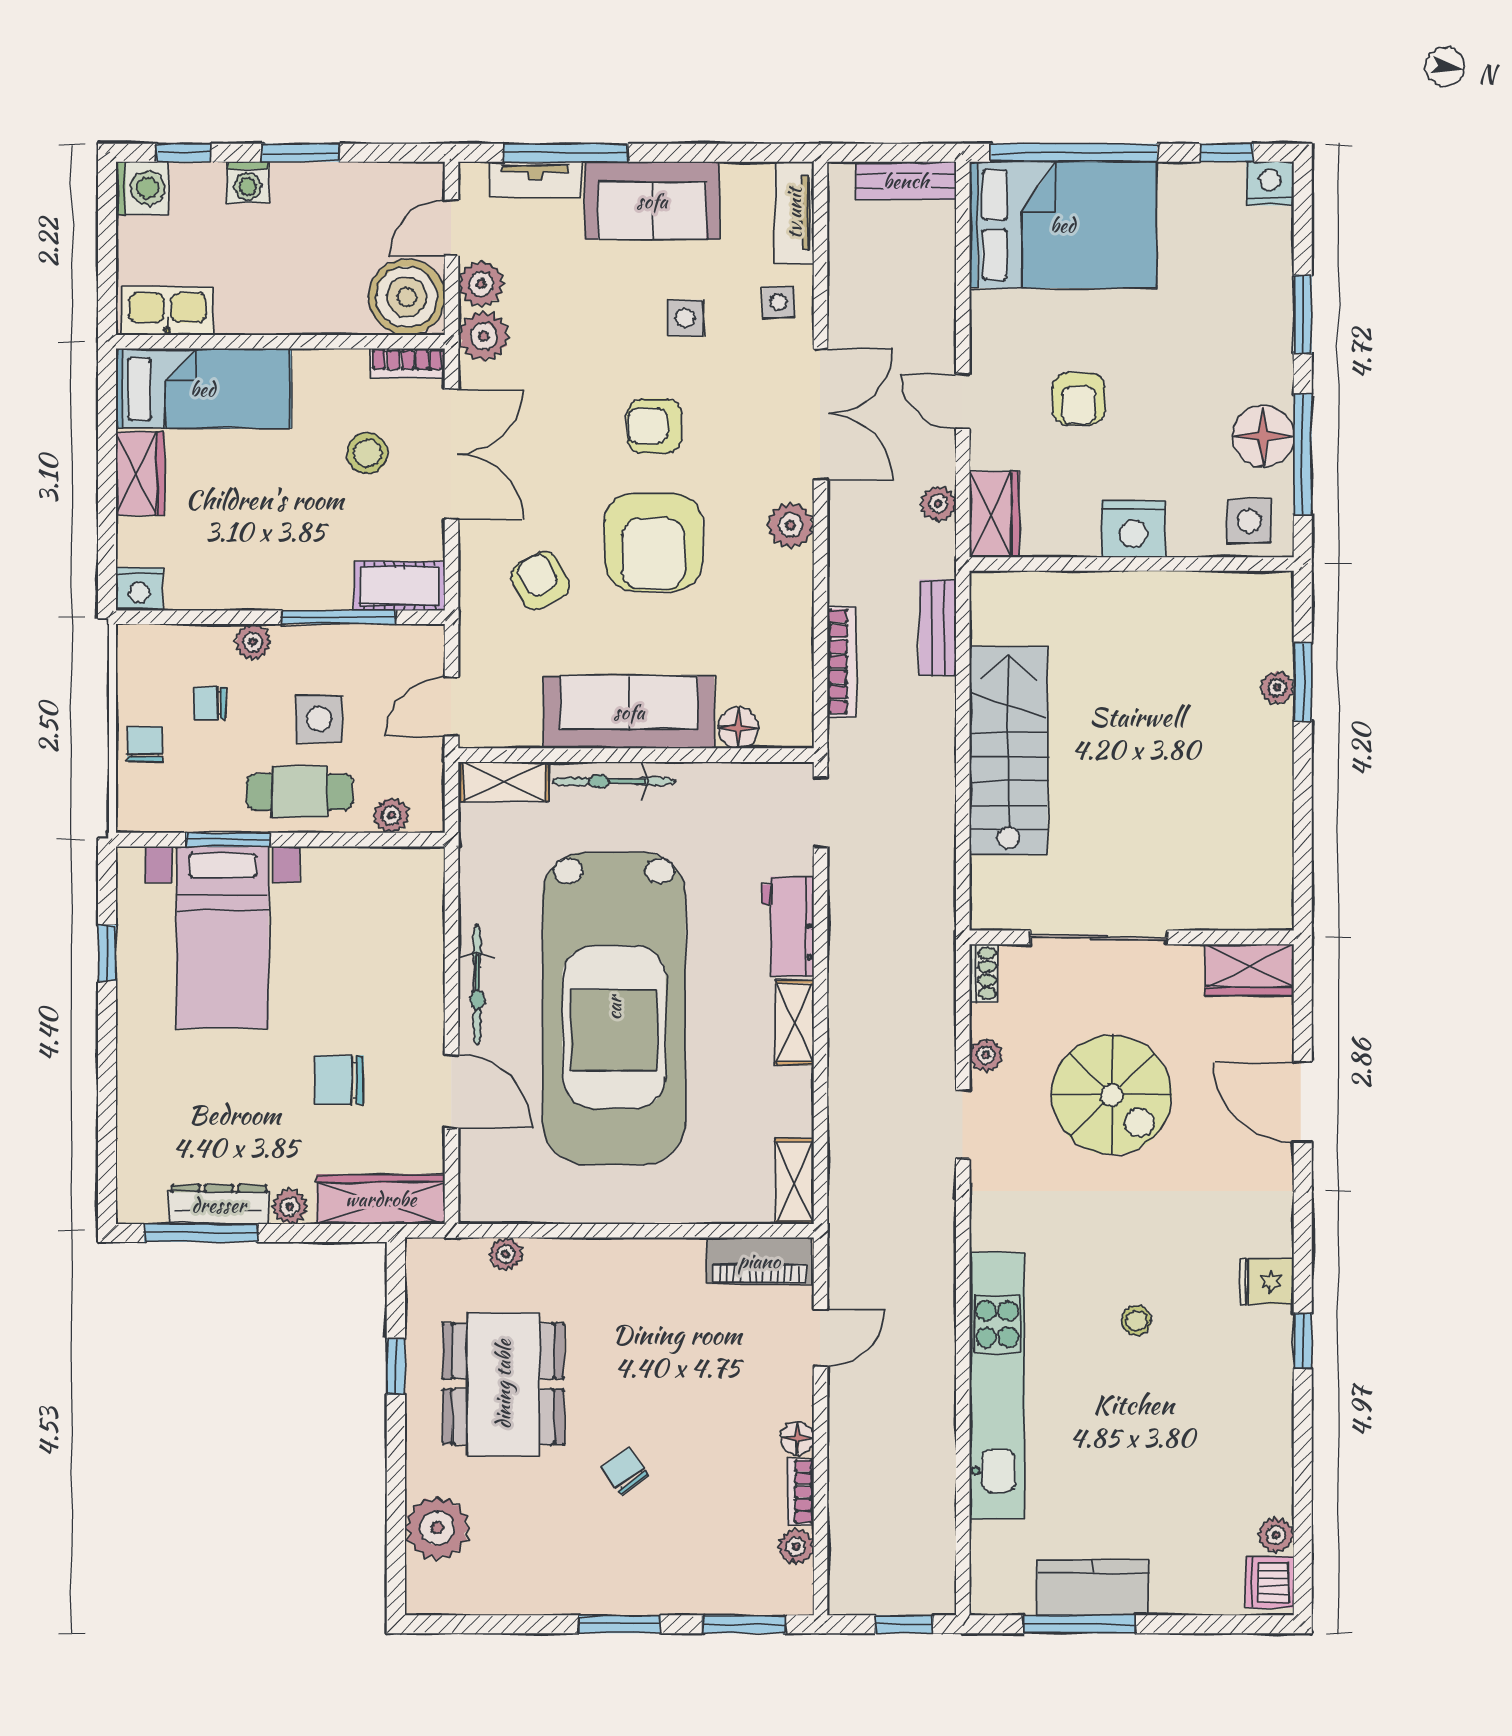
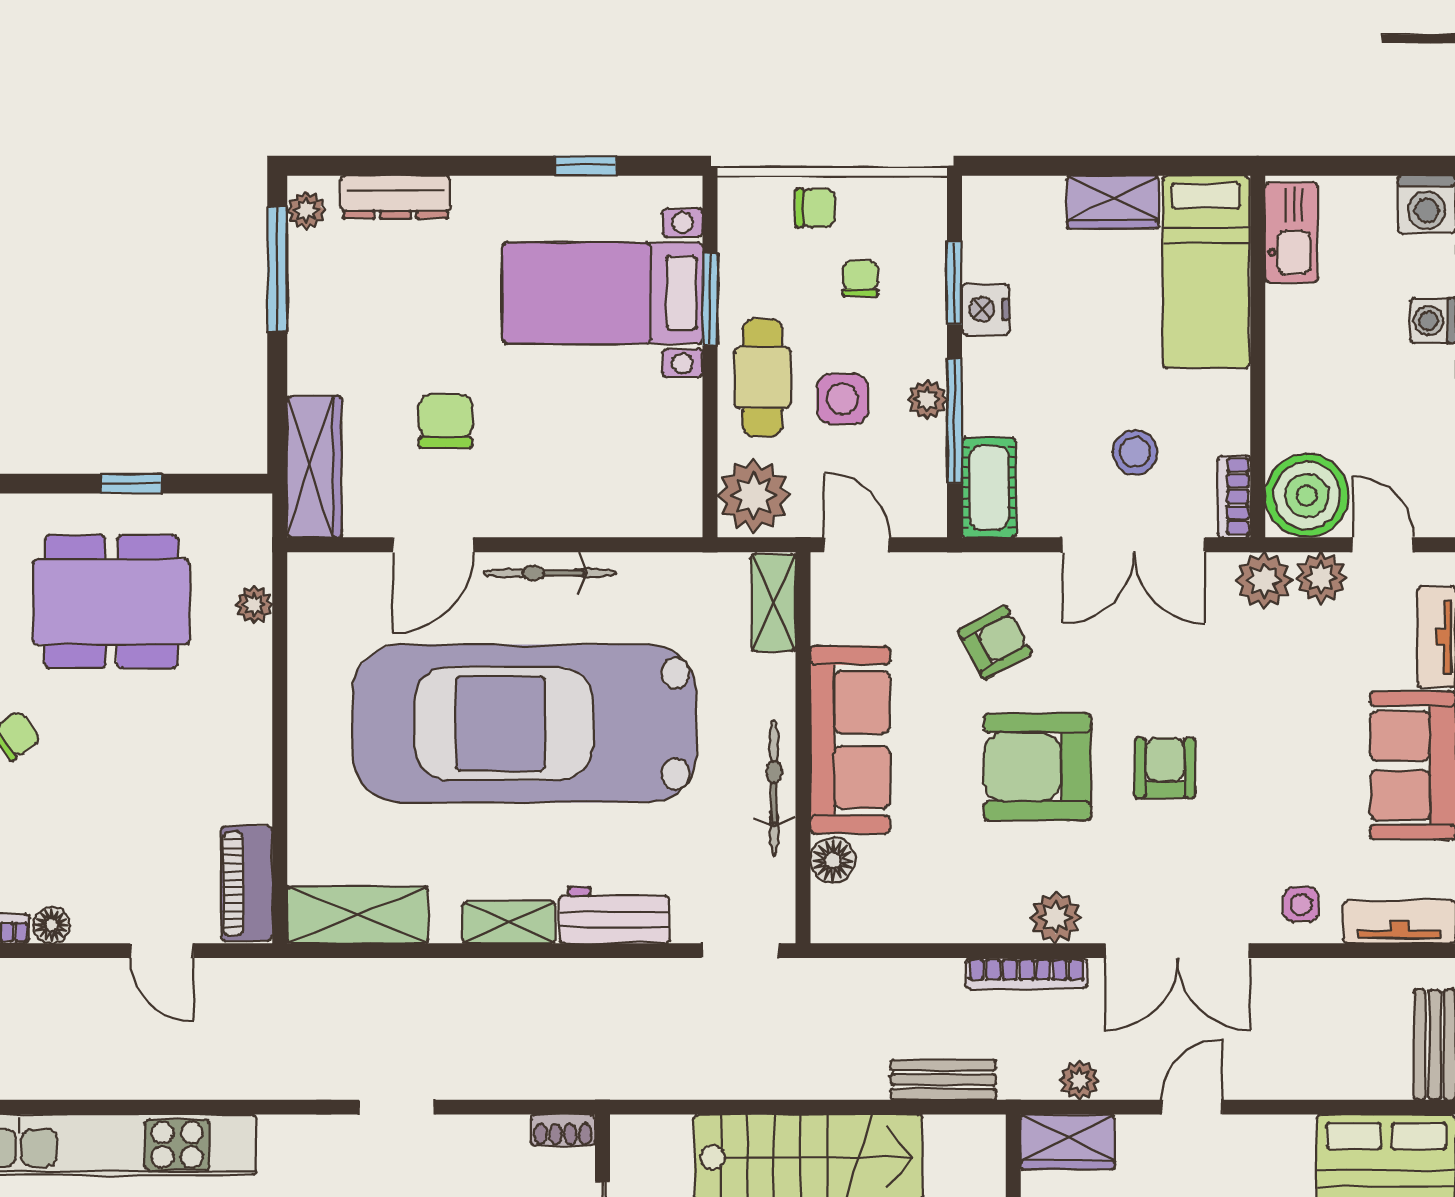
side table: (685, 318) -> (1284, 802), removed
nightstand: (139, 589) -> (986, 309), moved
window: (214, 617) -> (955, 283), added
plant: (253, 642) -> (927, 399), moved
bookcase: (841, 662) -> (1026, 974), moved
bicycle: (614, 781) -> (774, 788), moved
plant: (391, 815) -> (754, 496), width x1.87, depth x1.87
plant: (986, 1055) -> (473, 1133), removed
shelving: (794, 1181) -> (358, 915), width x1.50, depth x1.33
dresser: (219, 1205) -> (395, 197), moved, turned 90
plant: (290, 1207) -> (306, 211), moved

